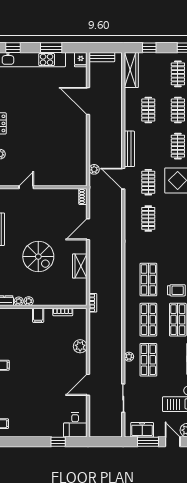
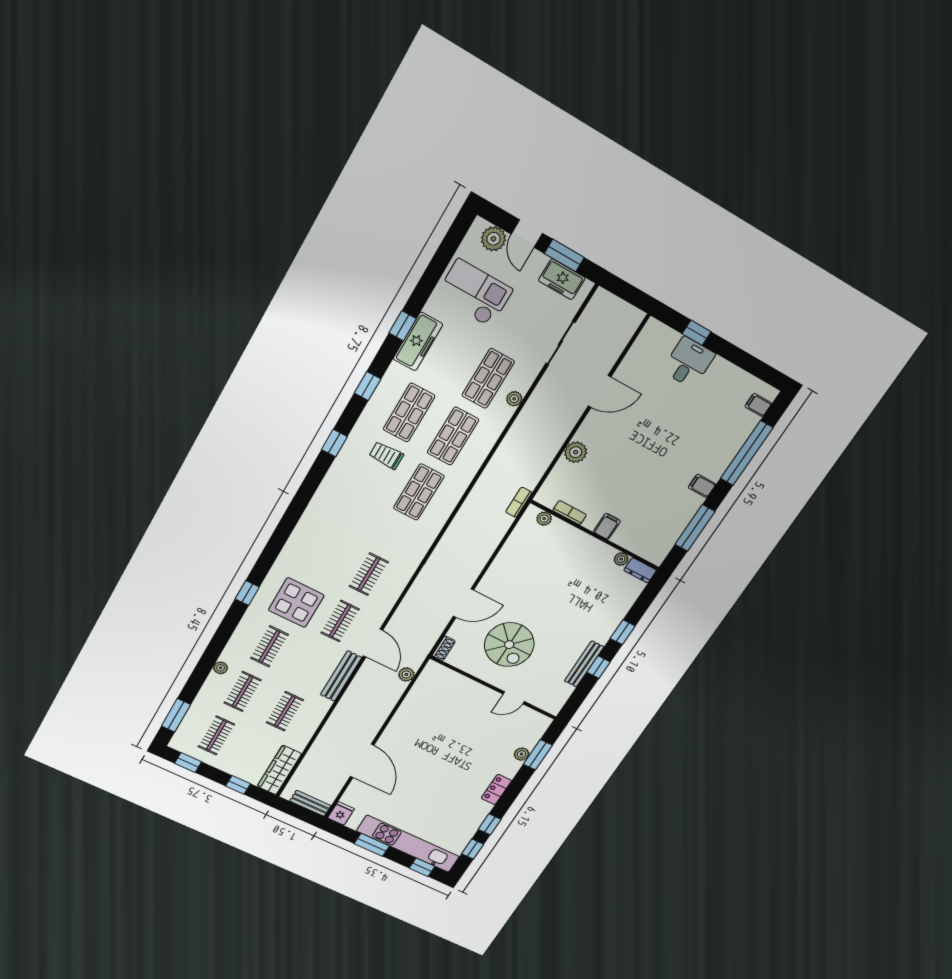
spiral stairs: (38, 257) -> (509, 645), moved, turned 180
wardrobe: (80, 266) -> (506, 561), removed
plant: (29, 301) -> (544, 519), moved
desk: (75, 425) -> (688, 362), moved

